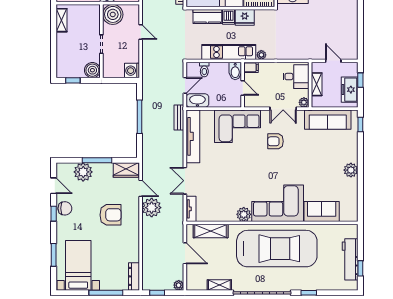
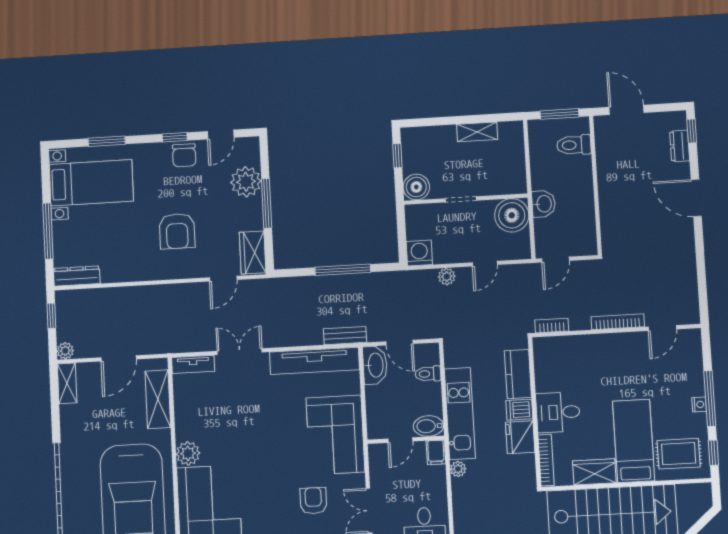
shelving: (61, 20) -> (477, 132), moved
plant: (152, 208) -> (447, 276), moved, width x0.53, depth x0.53
shelving: (219, 285) -> (67, 383), moved

